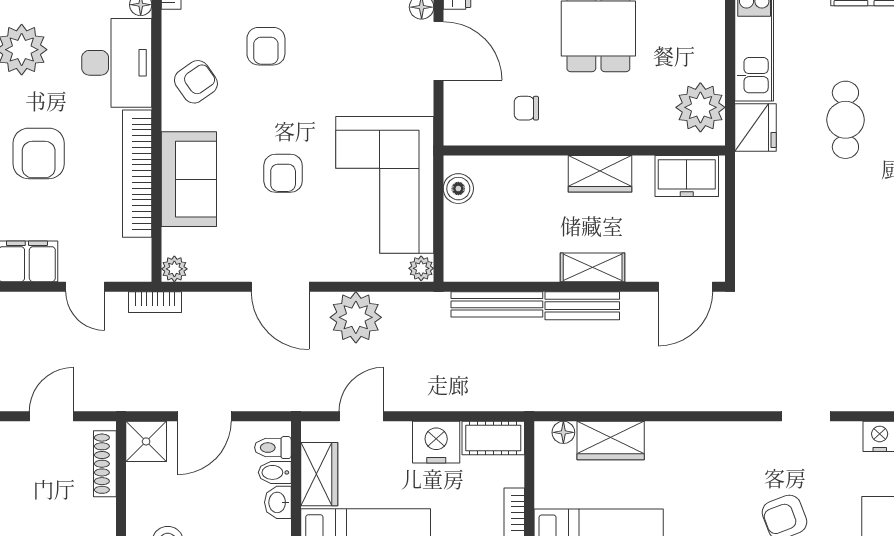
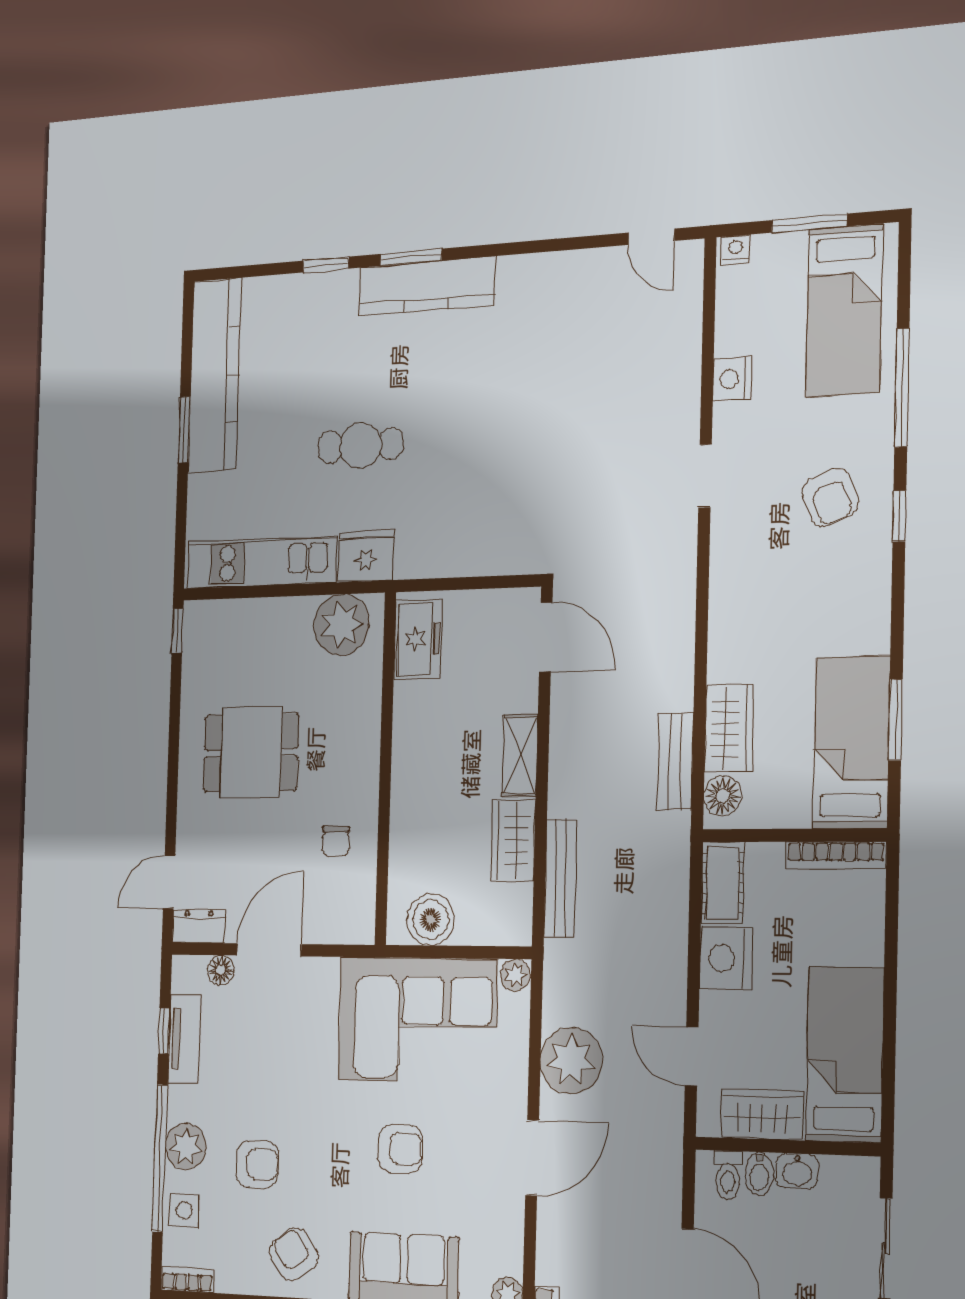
wardrobe: (600, 174) -> (513, 840), moved, turned 180
boiler: (458, 189) -> (430, 920), width x1.36, depth x1.36
bench: (582, 306) -> (675, 762), moved
floor lamp: (563, 432) -> (723, 796), width x1.37, depth x1.37

